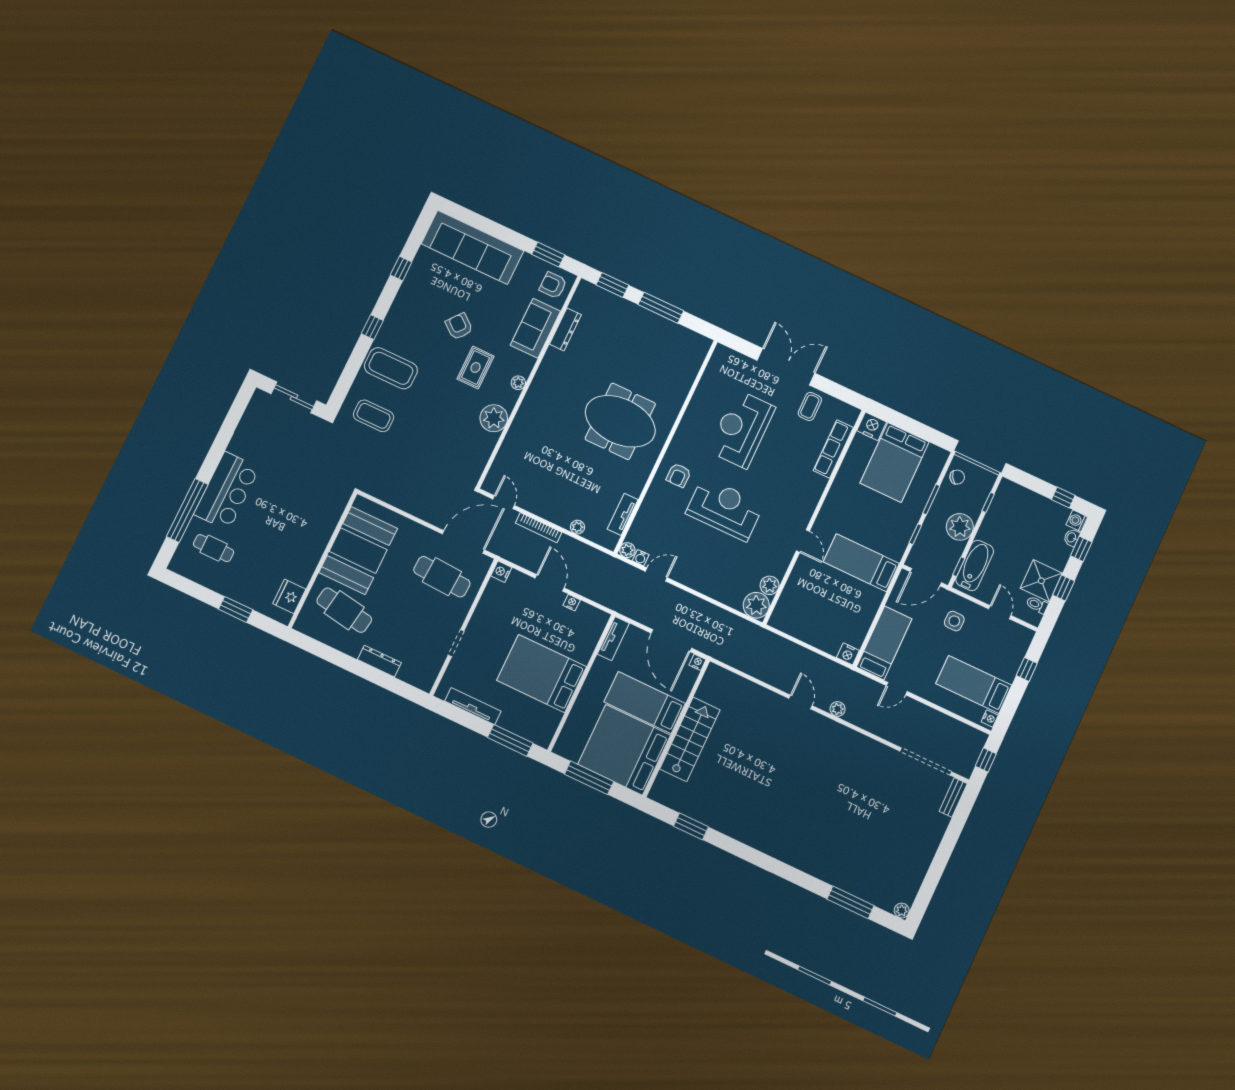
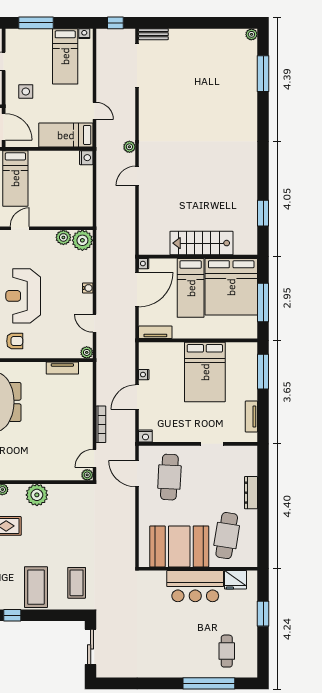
bar counter: (227, 491) -> (195, 586), moved, turned 180
plant: (578, 527) -> (87, 475), moved
door: (463, 542) -> (137, 474), width x0.73
water cooler: (641, 558) -> (88, 288), moved
window: (1027, 669) -> (36, 23), width x2.17
tv unit: (473, 706) -> (251, 417), width x0.71

